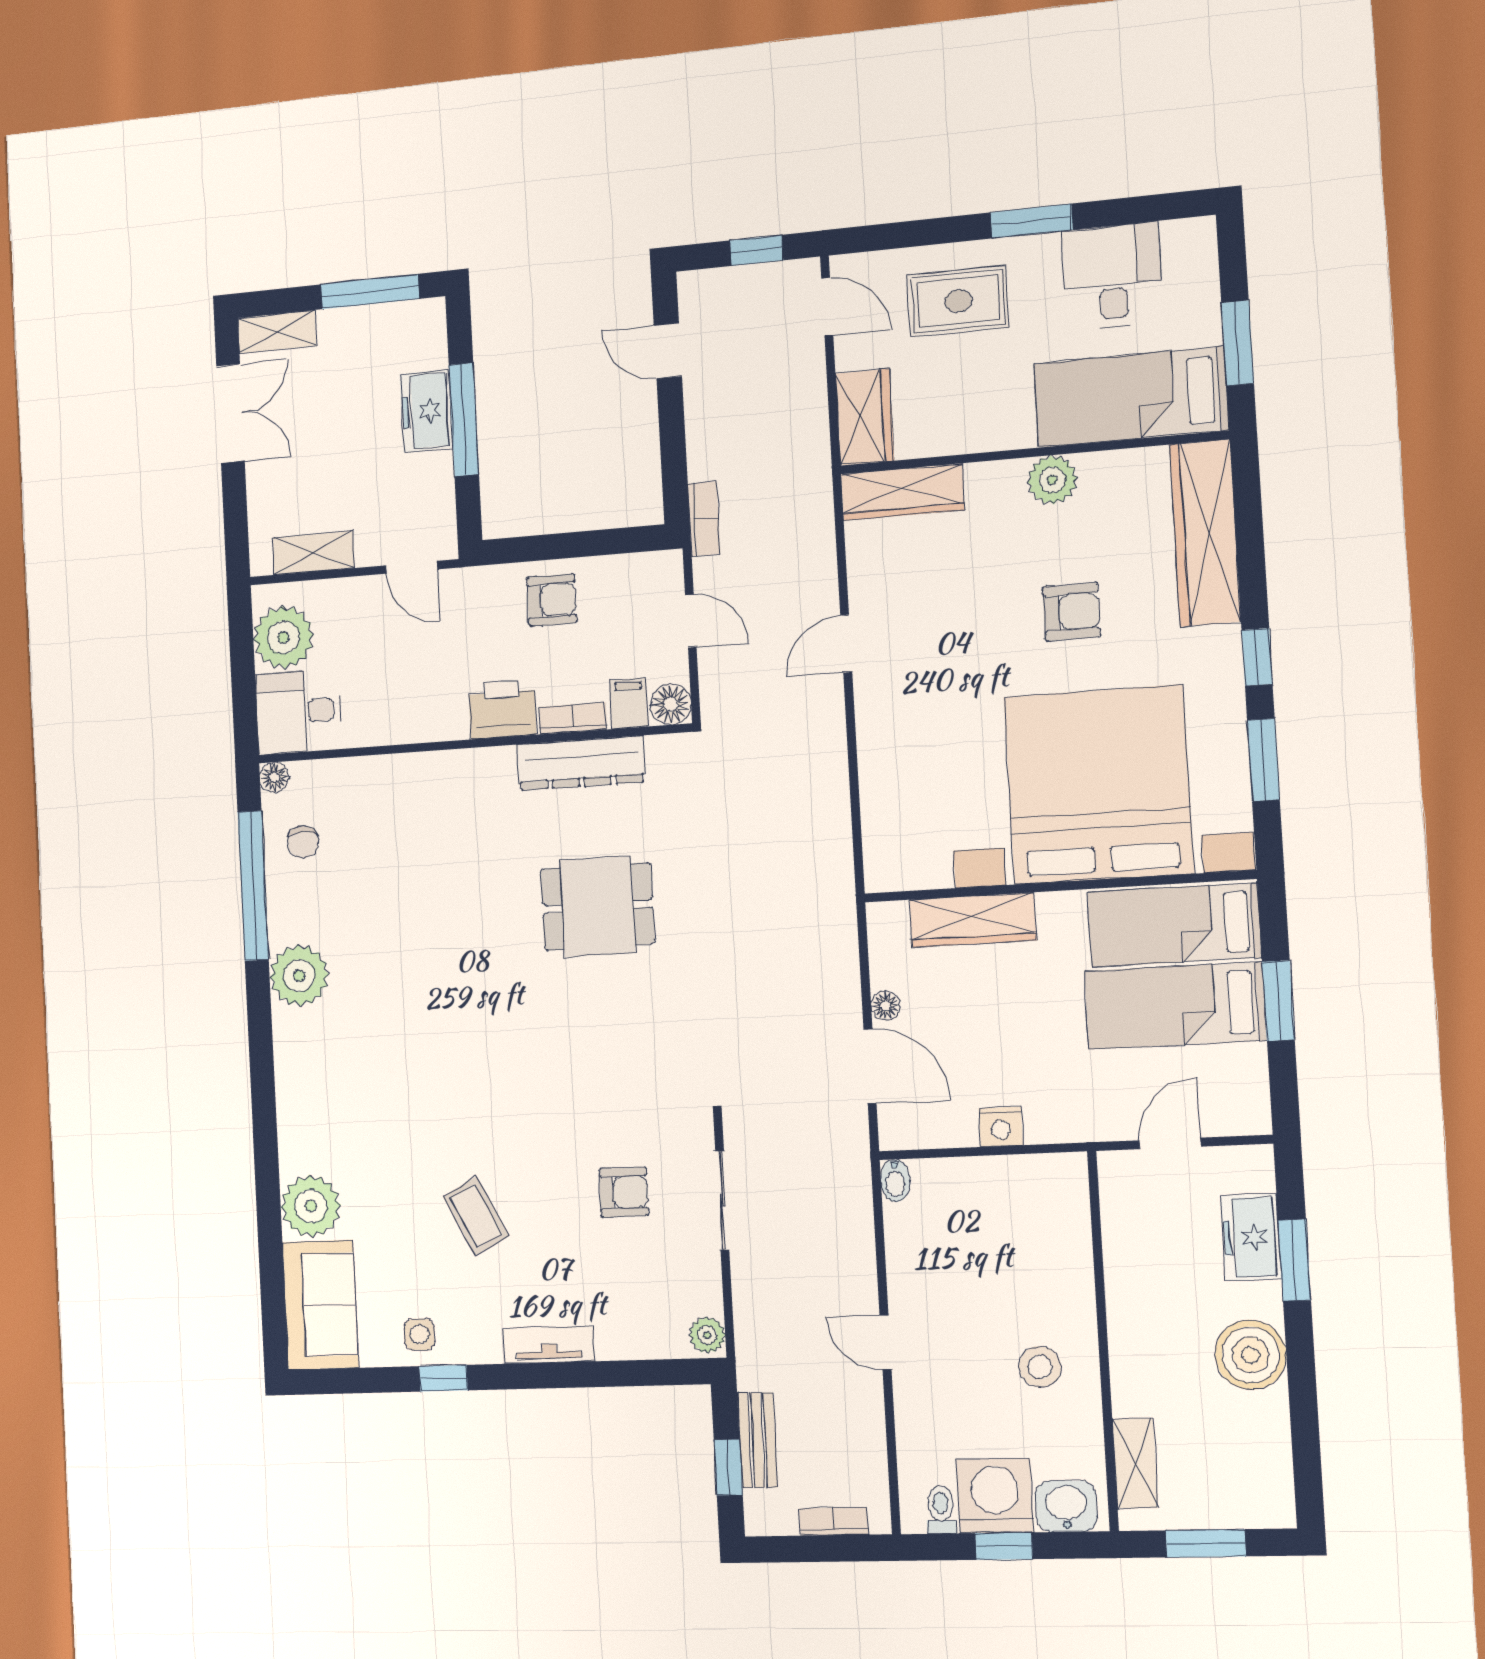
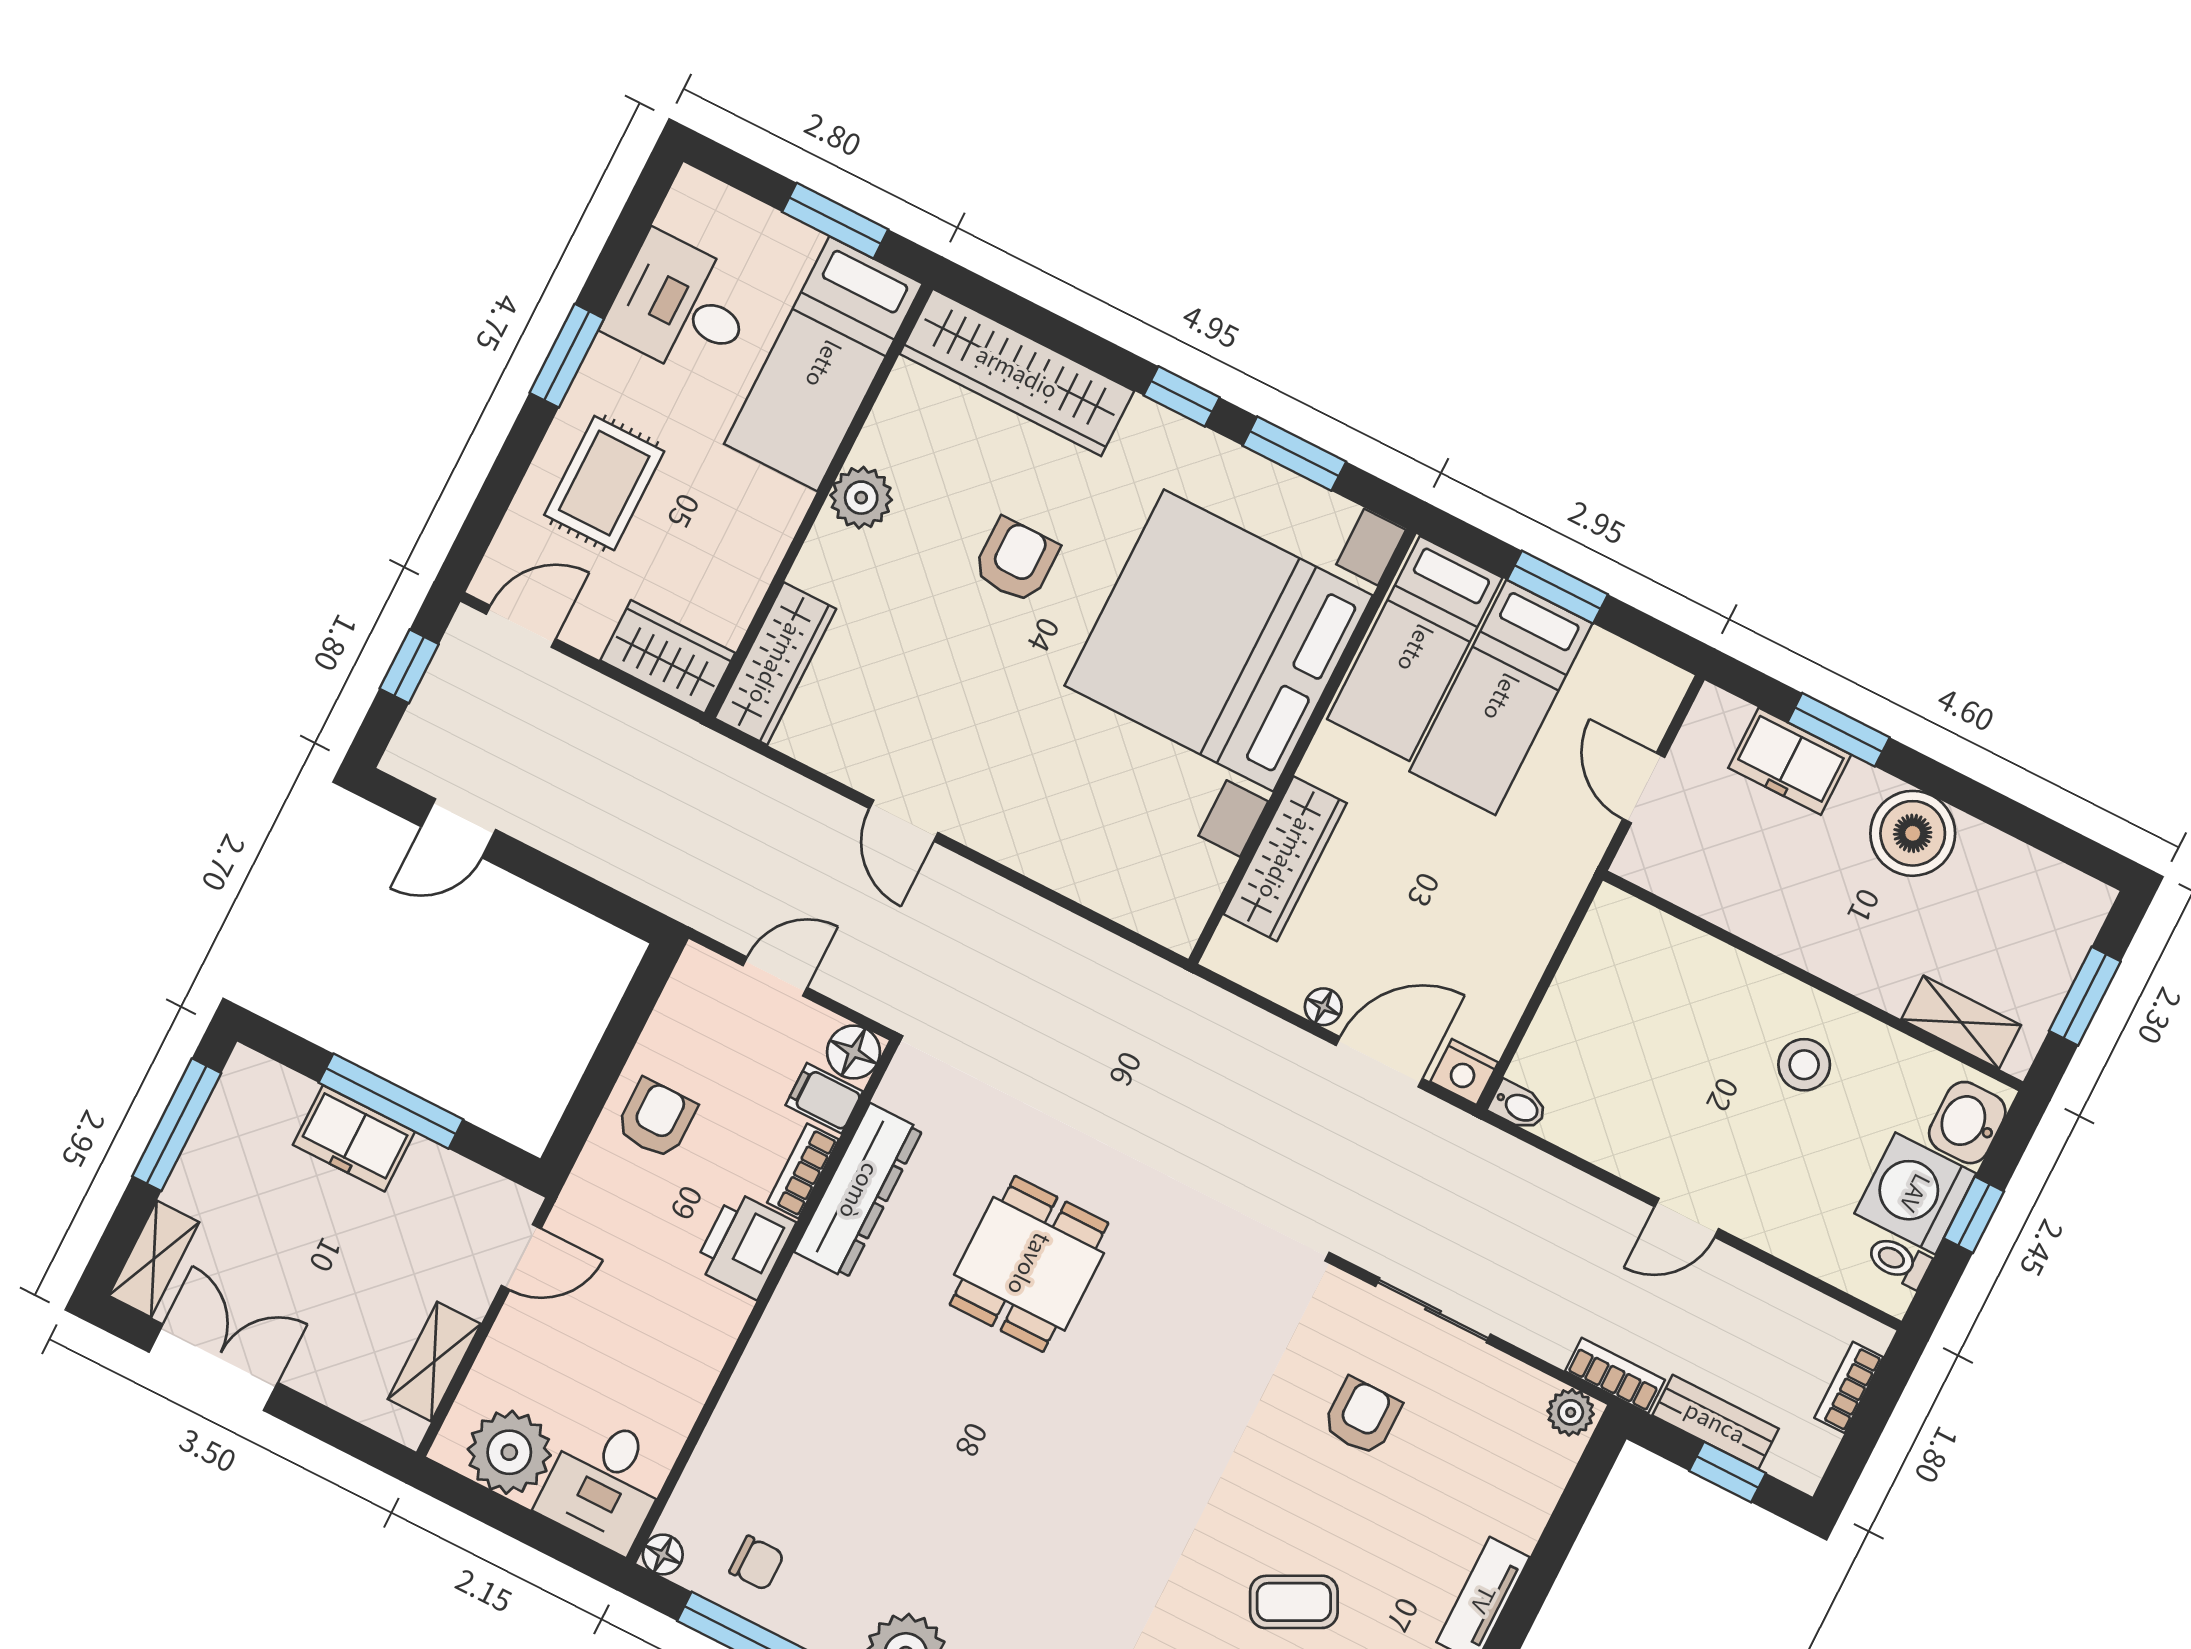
bookcase: (704, 519) -> (1615, 1376), moved
nightstand: (1001, 1127) -> (1464, 1072), moved, turned 90

